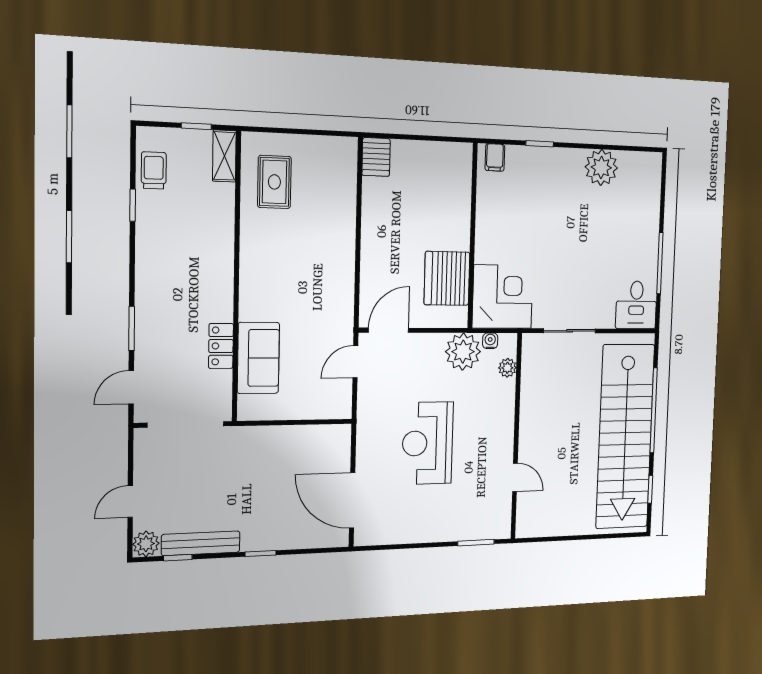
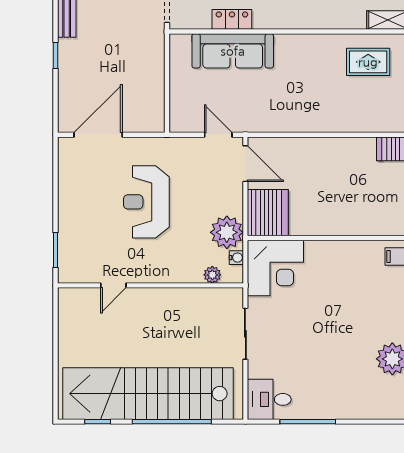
server rack: (447, 278) -> (268, 213), moved, turned 90
sofa: (258, 358) -> (233, 51), width x1.36
reception desk: (428, 443) -> (146, 202), turned -90

